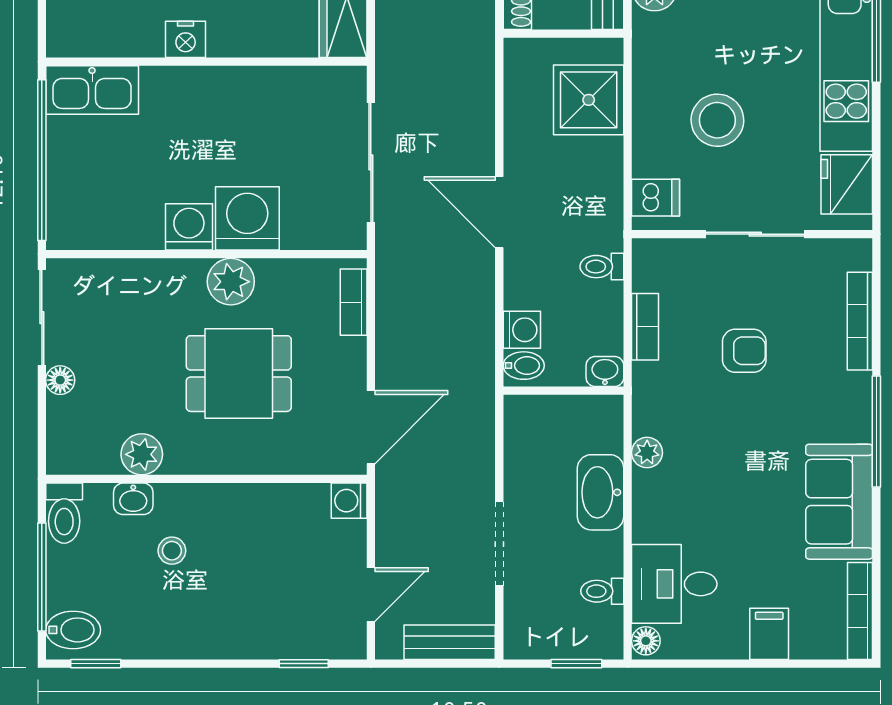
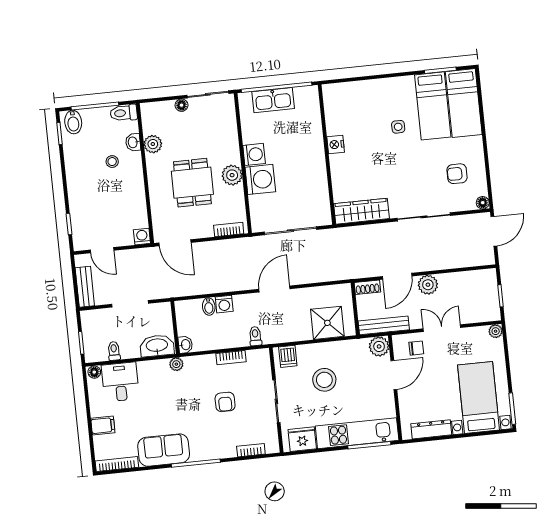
kitchen sink: (92, 90) -> (273, 100), moved, turned -90
bookcase: (860, 321) -> (251, 450), width x0.64
washbasin: (605, 372) -> (185, 345), moved
wall: (563, 391) -> (175, 327), moved

